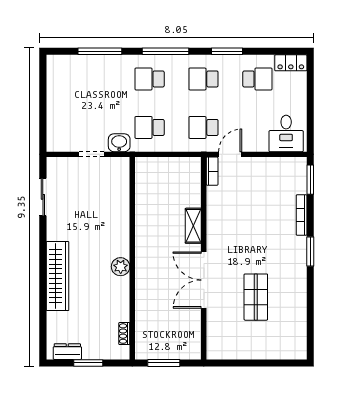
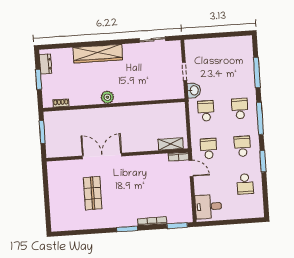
locker: (291, 63) -> (258, 206), removed
shelving: (193, 226) -> (171, 144), moved
shop shelf: (256, 297) -> (93, 193), turned 90

